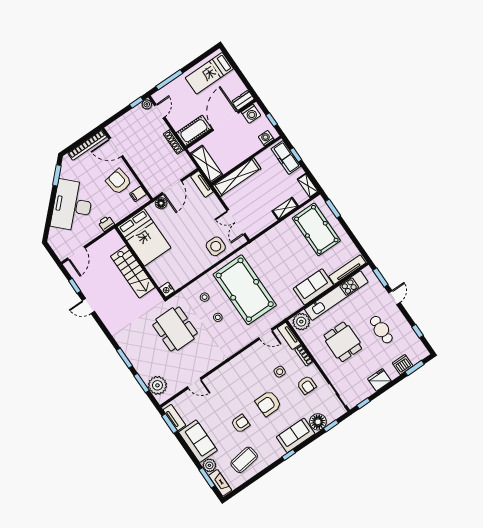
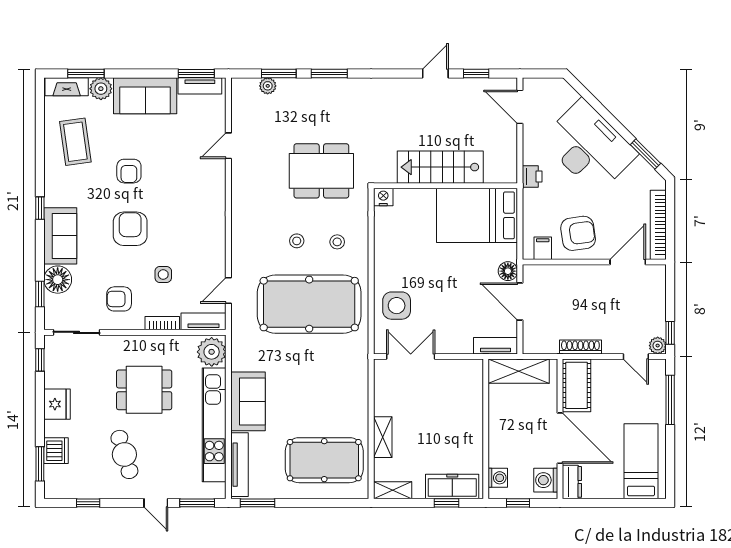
shelving: (237, 177) -> (472, 400), removed
window: (333, 209) -> (258, 503), moved
cafe table: (381, 330) -> (124, 454), turned 73
plant: (157, 385) -> (268, 86), width x0.53, depth x0.53

